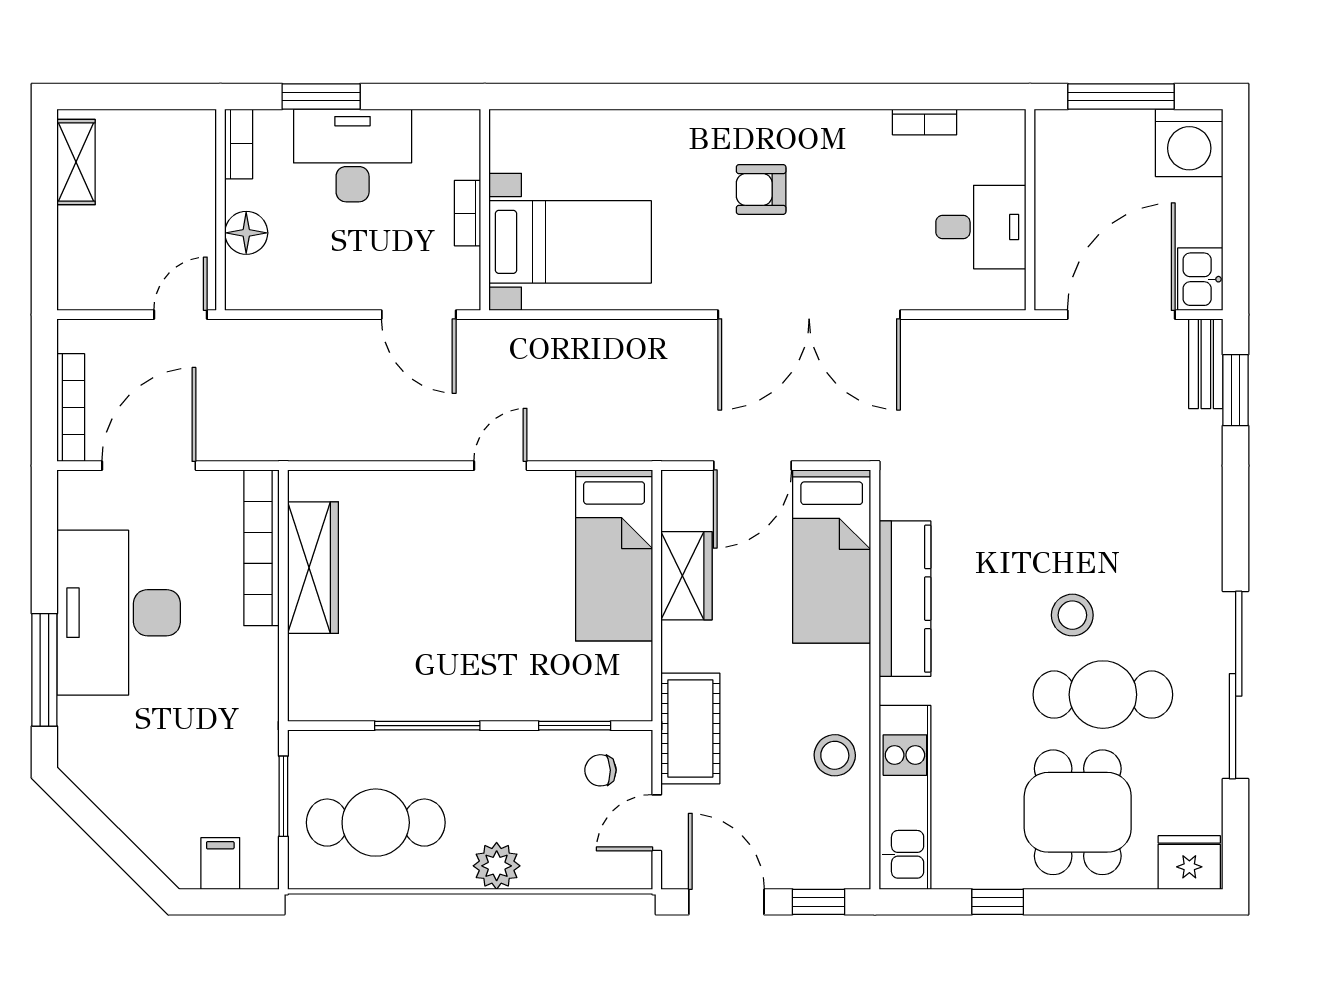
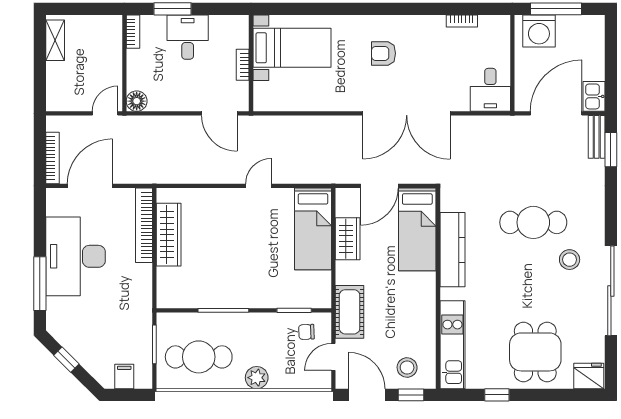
washing machine: (1189, 143) -> (539, 31), moved
desk: (353, 155) -> (188, 37), width x0.73
desk: (981, 227) -> (490, 90), moved, turned 90
floor lamp: (246, 233) -> (137, 101), moved
bed with nightstands: (570, 242) -> (292, 48), moved
stool: (1072, 615) -> (570, 260), moved
cafe table: (1103, 695) -> (533, 222), moved
stool: (835, 755) -> (407, 368), moved
window: (100, 828) -> (66, 360), added

